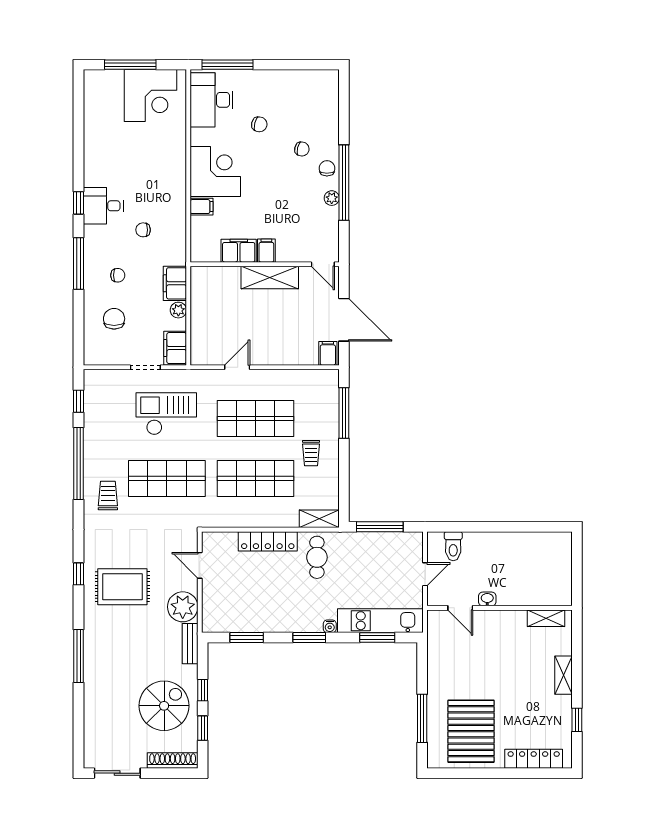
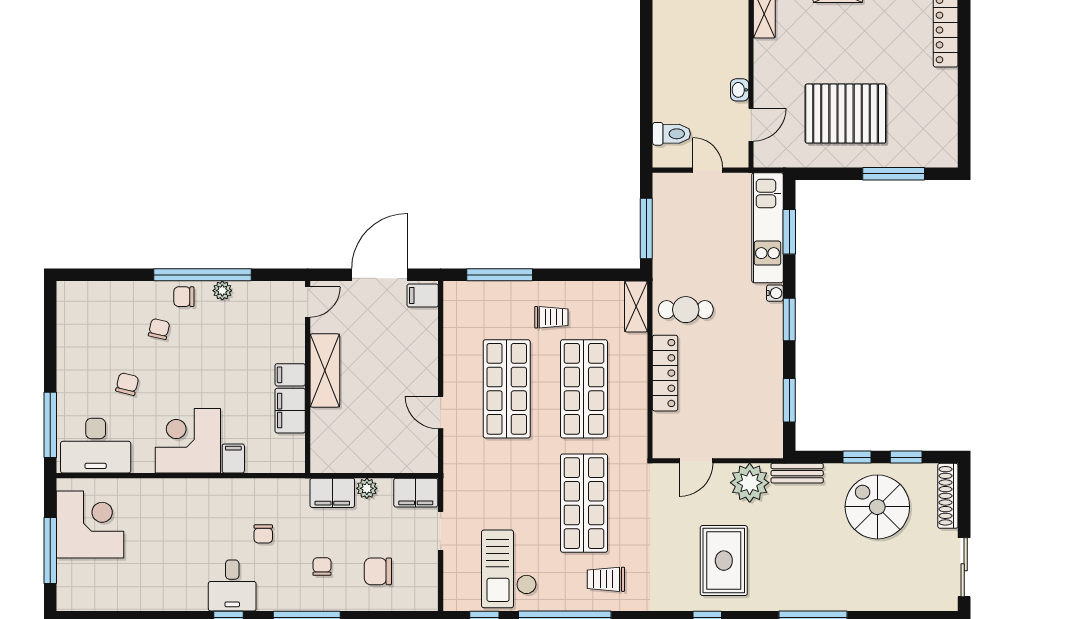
checkout: (166, 414) -> (509, 569), moved
pallet: (471, 731) -> (846, 114), moved

